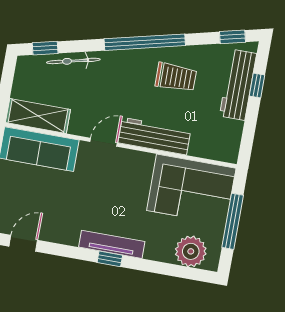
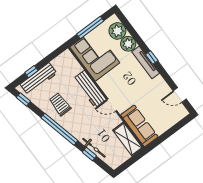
window: (45, 48) -> (89, 154), moved
plant: (160, 247) -> (128, 44), added

